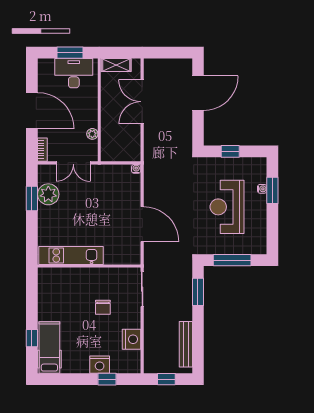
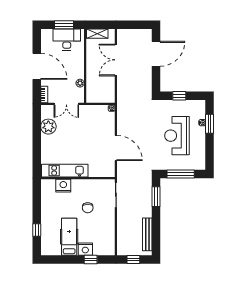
window: (32, 198) -> (37, 130), removed
nightstand: (132, 339) -> (63, 186), moved, turned -90
hospital bed: (49, 347) -> (69, 237), moved

